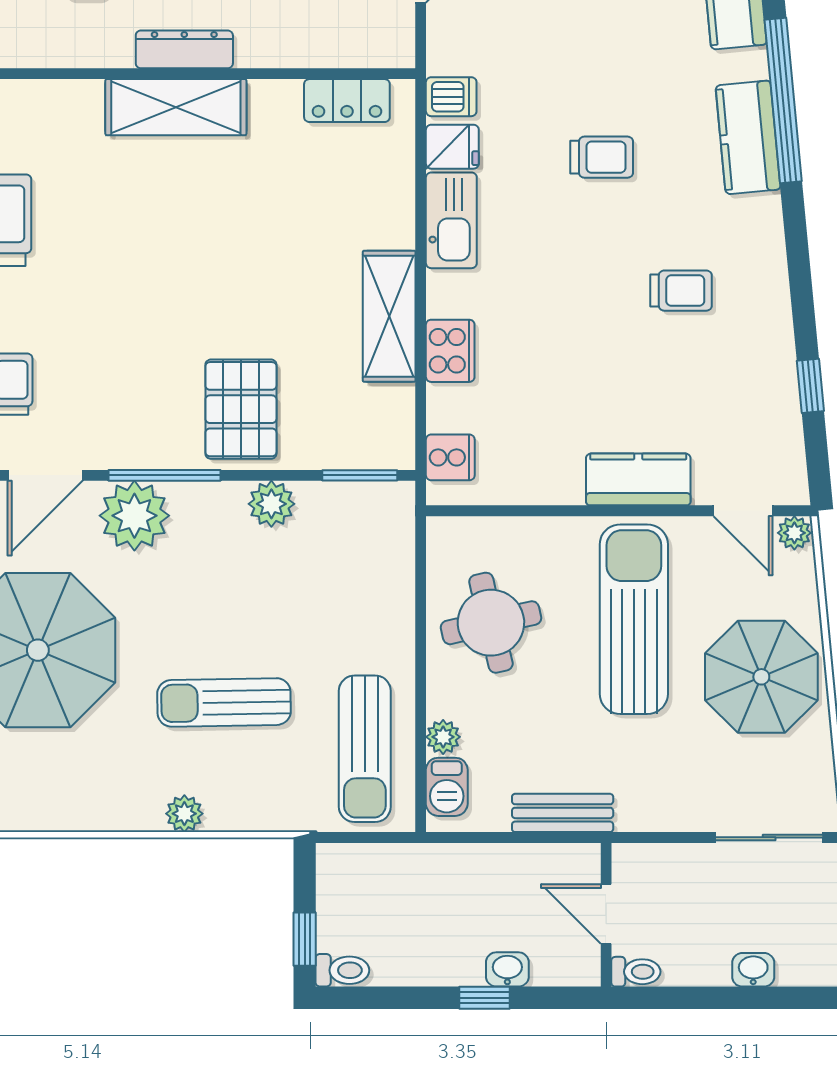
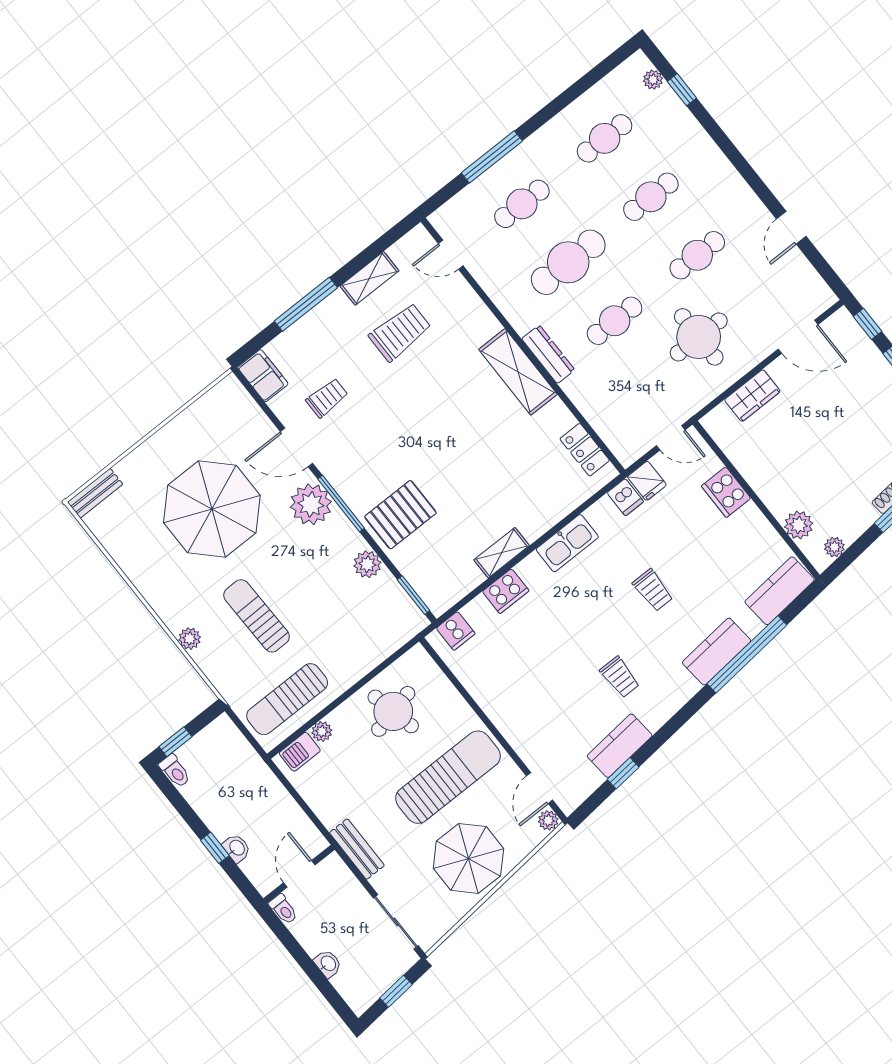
fridge: (452, 147) -> (647, 481), moved
shelving: (389, 316) -> (502, 553), width x0.67, depth x0.75
kitchen counter: (638, 479) -> (620, 746), moved, turned -95
bench: (563, 813) -> (357, 849), moved

